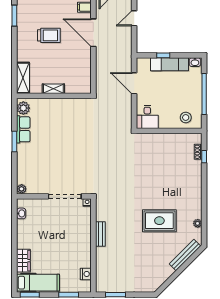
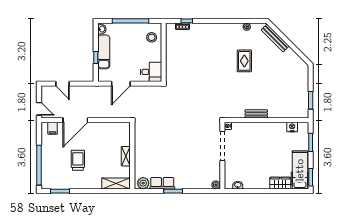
rug: (159, 221) -> (244, 61), width x0.73, depth x0.70

